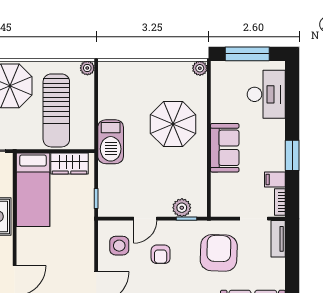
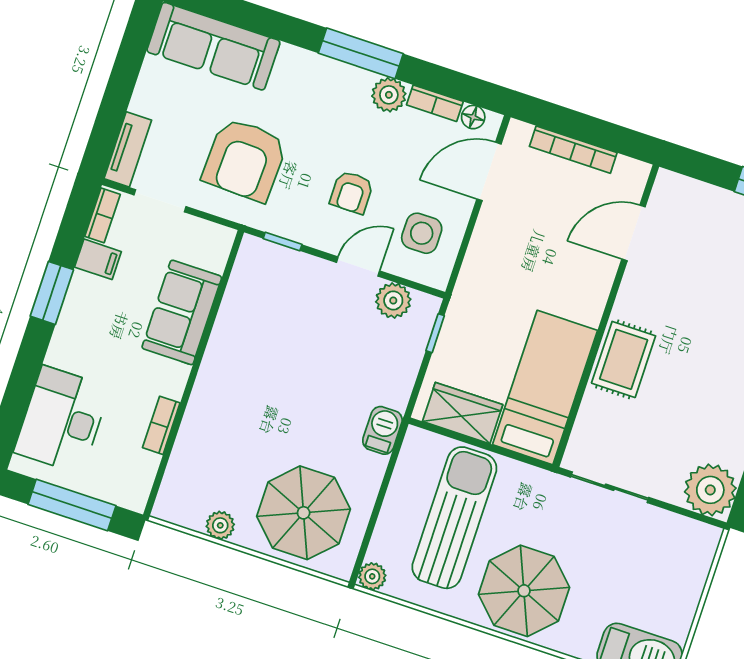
plant: (200, 68) -> (220, 525), moved
bookcase: (216, 108) -> (161, 425), added
parasol: (173, 124) -> (304, 513), moved
barbecue: (111, 142) -> (382, 430), width x0.53, depth x0.65
sofa: (225, 148) -> (182, 312), moved
plant: (182, 208) -> (393, 301), moved
armchair: (161, 254) -> (352, 192), turned 180

